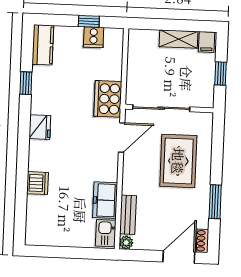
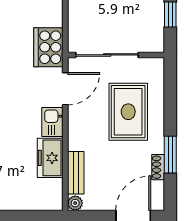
kitchen sink: (106, 233) -> (52, 122), moved
shoe rack: (202, 241) -> (158, 167), moved

